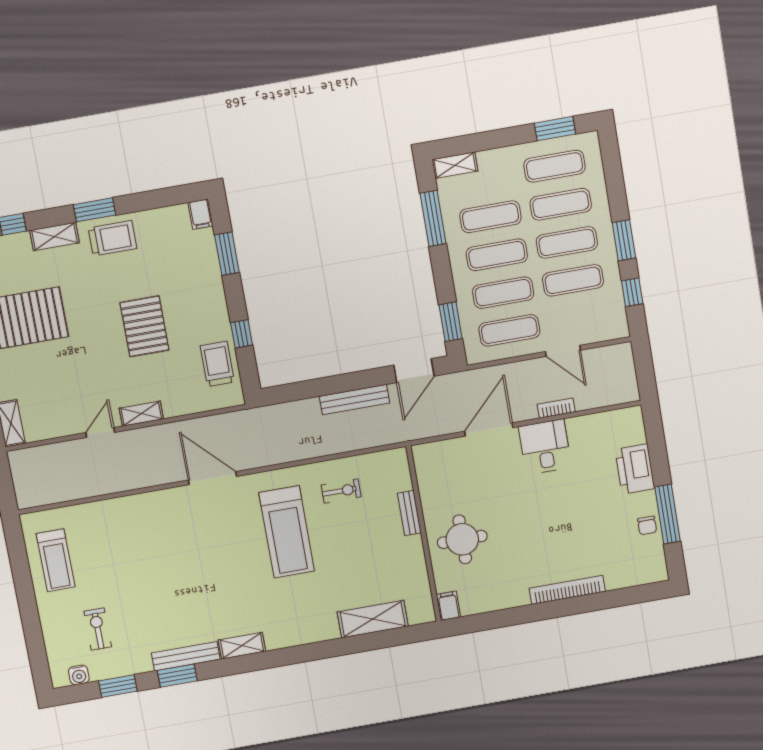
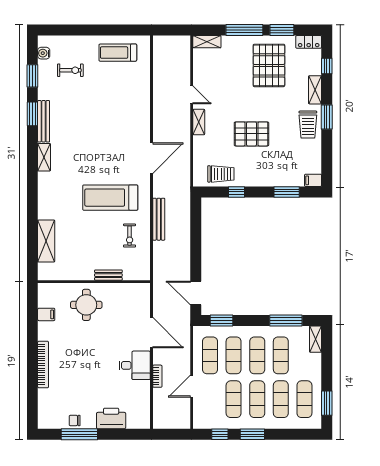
bench: (354, 400) -> (159, 219), moved
filing cabinet: (448, 606) -> (46, 314), moved

